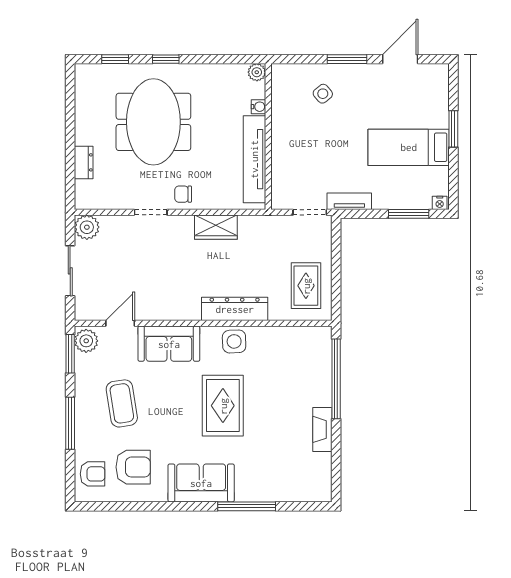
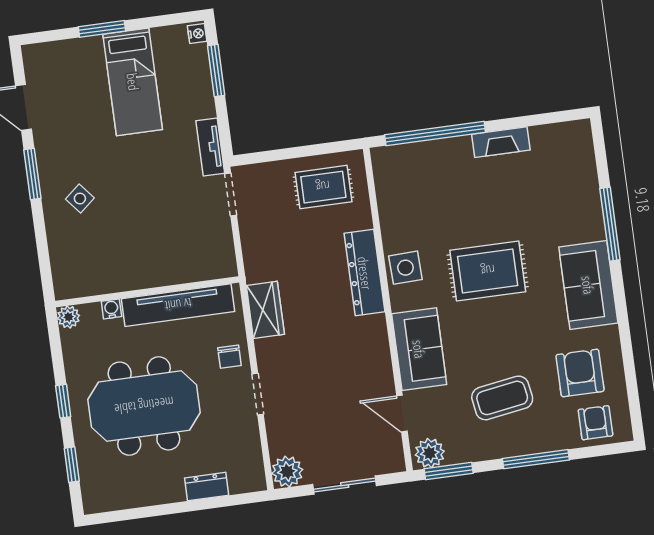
plant: (257, 72) -> (69, 317), moved
water cooler: (259, 107) -> (111, 309), moved
wall: (268, 137) -> (147, 292), moved
tv unit: (254, 159) -> (178, 305), moved

